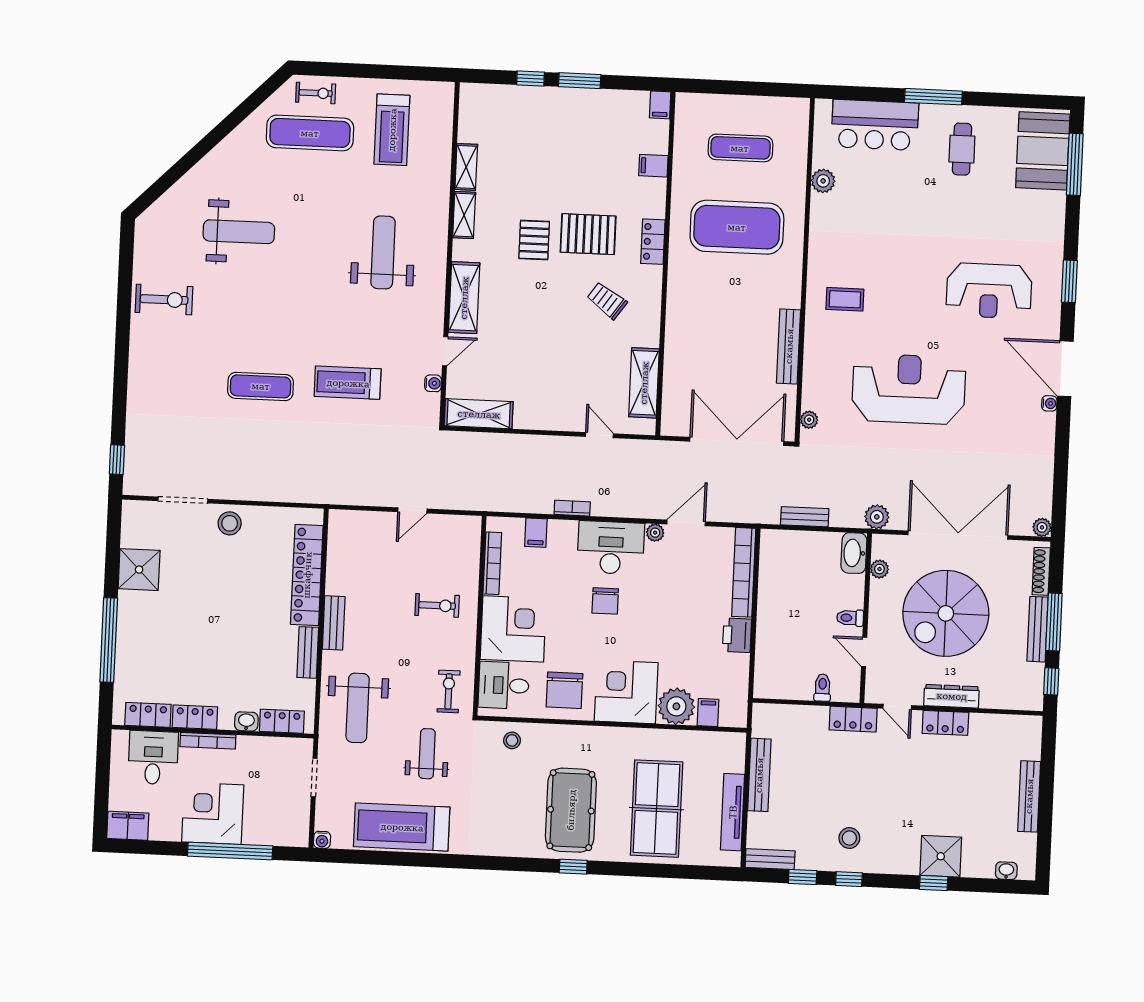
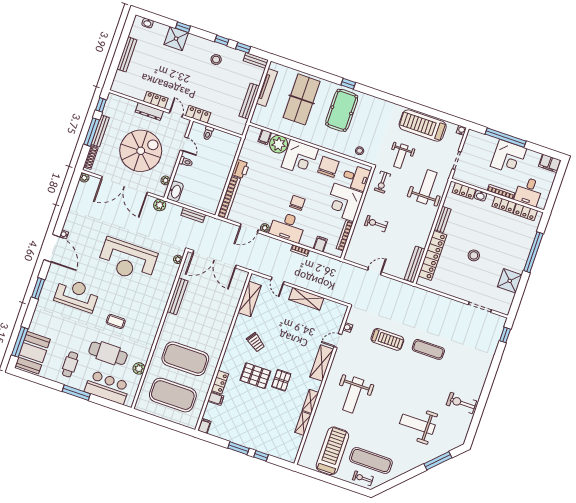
treadmill: (392, 130) -> (332, 451), width x1.37, depth x1.38
exercise mat: (740, 148) -> (173, 395), width x2.00, depth x1.45
window: (177, 171) -> (438, 461), added
cafe table: (893, 193) -> (108, 353), added
locker: (653, 242) -> (220, 382), moved
coffee table: (845, 299) -> (116, 321), moved
shelving: (479, 414) -> (306, 299), moved
stool: (230, 523) -> (474, 255), moved
bench: (334, 623) -> (415, 264), moved, width x1.36
treadmill: (402, 827) -> (423, 126), turned 180

